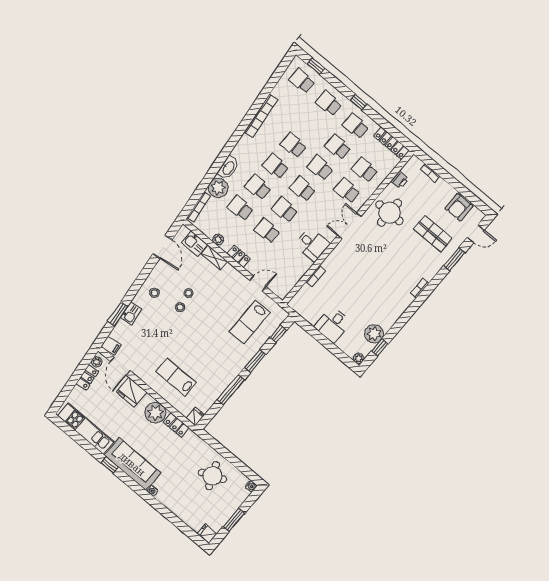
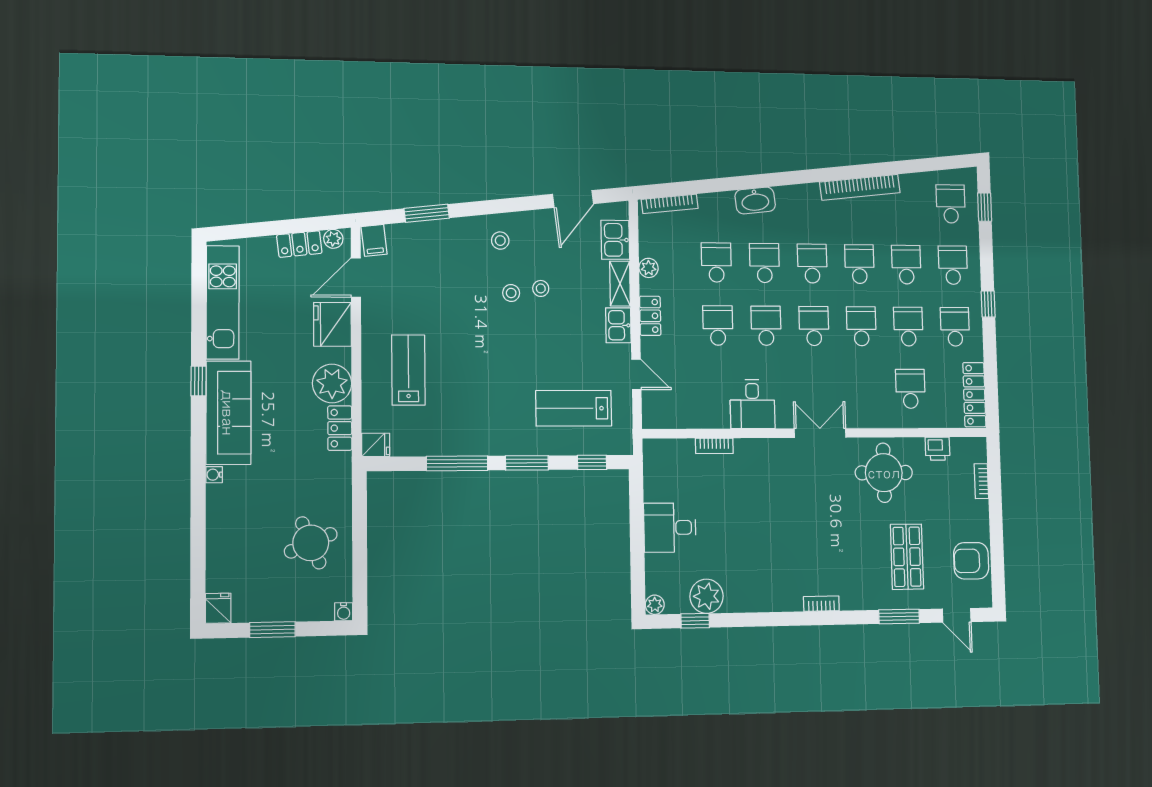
plant: (218, 188) -> (717, 209), removed
school desk: (347, 191) -> (906, 265), moved
kitchen sink: (131, 313) -> (618, 325), moved, turned 96

